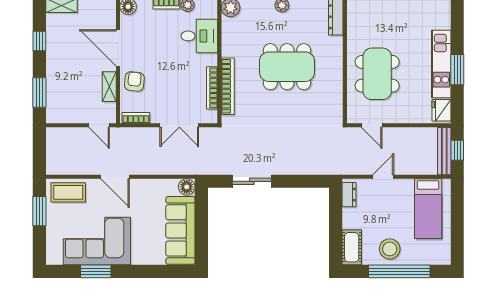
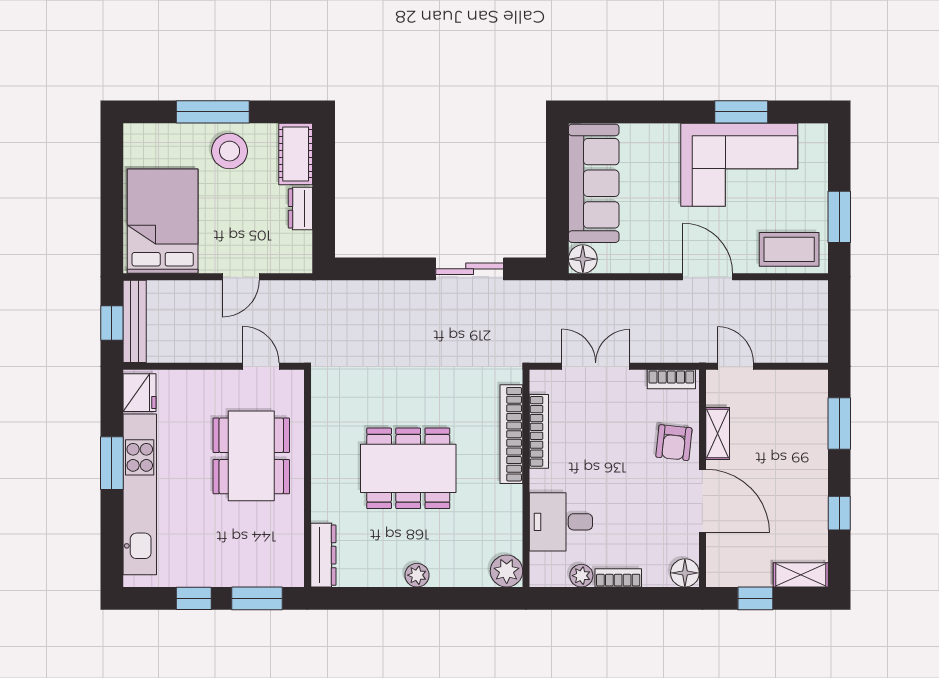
kitchen unit: (441, 64) -> (140, 494), width x1.36
dresser: (349, 195) -> (300, 208), moved
bed: (428, 209) -> (163, 221), width x1.50
window: (399, 271) -> (213, 112), width x0.68

